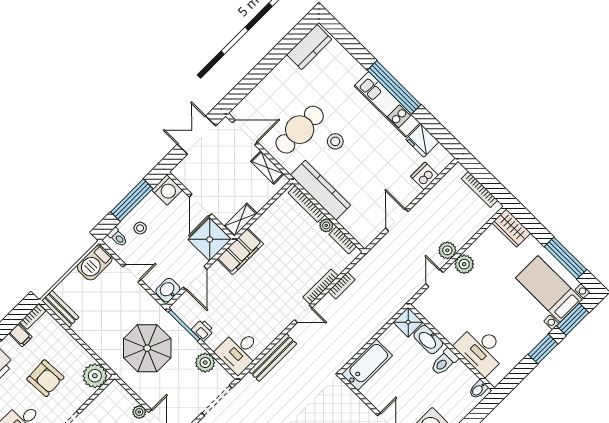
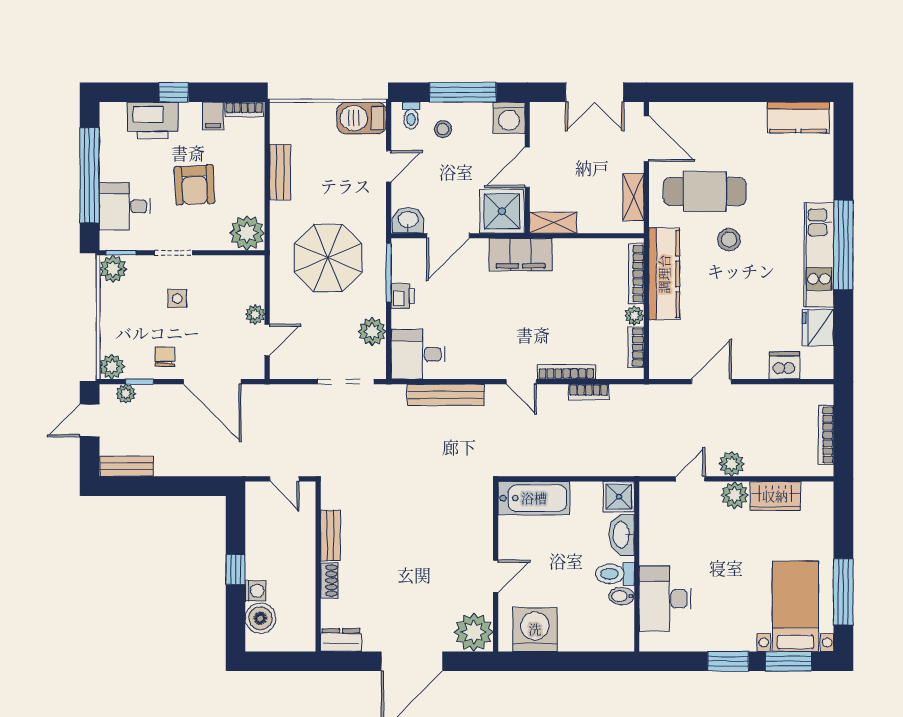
double door: (197, 135) -> (595, 92), swing flipped
wardrobe: (511, 228) -> (775, 496), moved, turned -90
door: (132, 273) -> (389, 166), hinge flipped
bench: (60, 309) -> (280, 172), moved
bidet: (478, 390) -> (622, 596), moved

